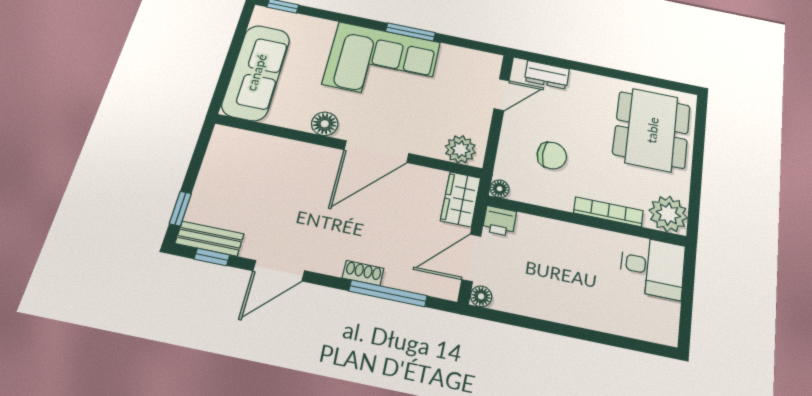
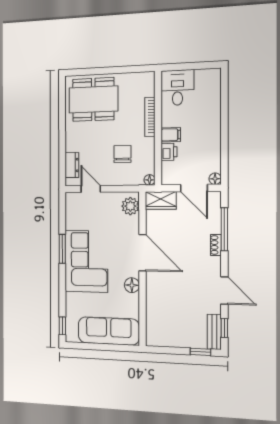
plant: (668, 214) -> (144, 83), removed
printer: (499, 221) -> (169, 152), moved
filing cabinet: (572, 239) -> (171, 135), added

